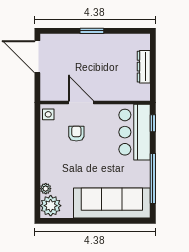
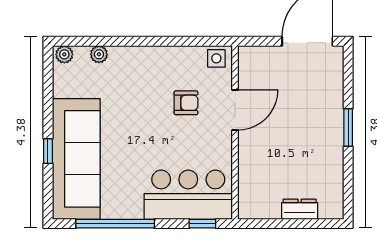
dresser: (144, 67) -> (300, 209), width x0.70
plant: (51, 206) -> (64, 54), width x0.53, depth x0.53
window: (107, 221) -> (48, 151), added

